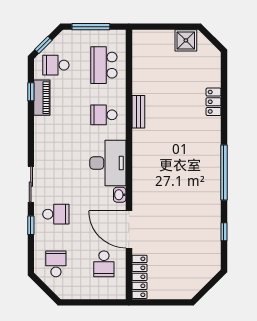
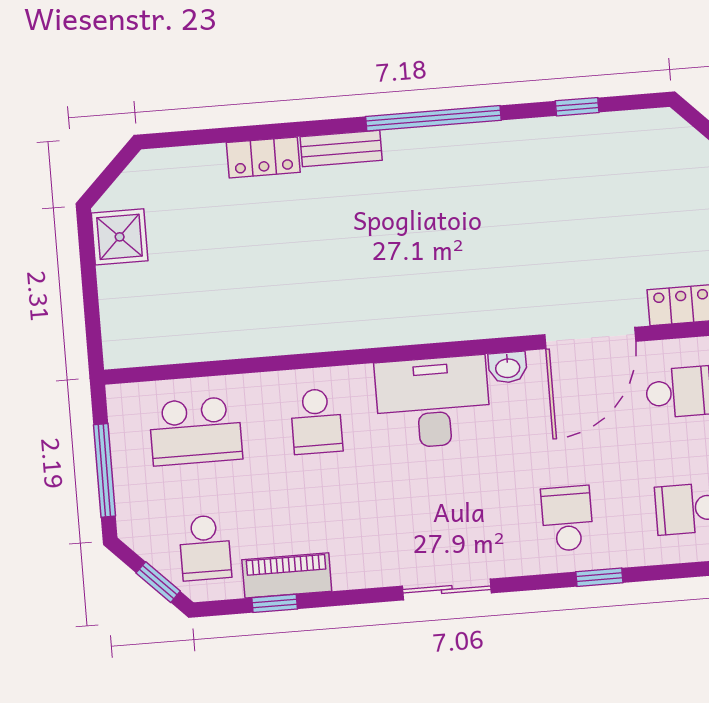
bench: (138, 112) -> (341, 149), moved
sliding door: (31, 184) -> (447, 589), moved

